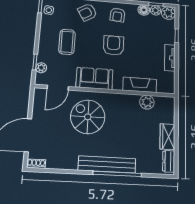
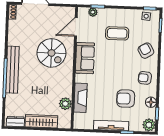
plant: (156, 10) -> (151, 113), removed
armchair: (113, 45) -> (126, 99), moved, turned 180
tv unit: (170, 58) -> (111, 126), width x1.41
door: (58, 88) -> (76, 27), hinge flipped
spiral stairs: (88, 117) -> (51, 53), turned 90
wardrobe: (167, 137) -> (41, 121), width x1.50

